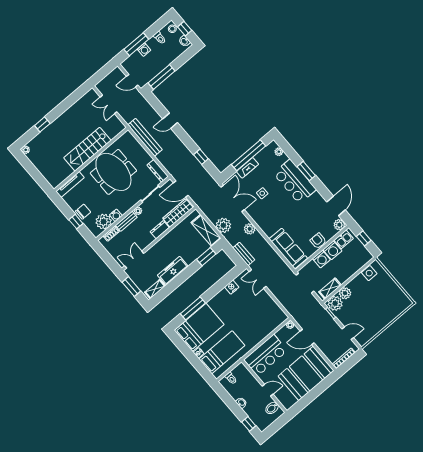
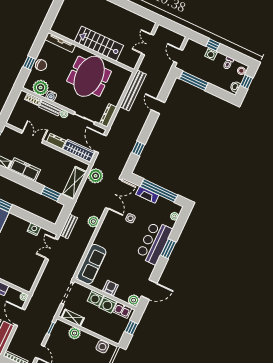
window: (136, 44) -> (213, 45), width x0.46
plant: (223, 225) -> (96, 176), moved
double door: (134, 260) -> (32, 137), moved
plant: (335, 303) -> (61, 328), removed

